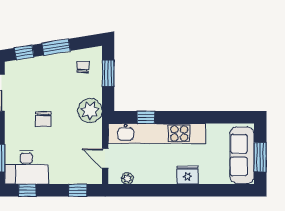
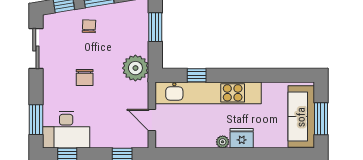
chair: (83, 67) -> (89, 26), moved
plant: (127, 178) -> (223, 142), moved

